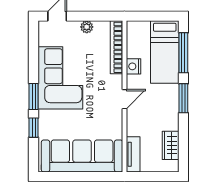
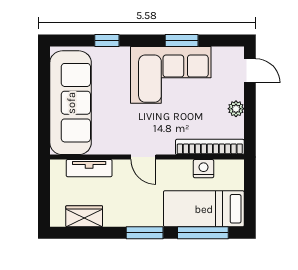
nightstand: (133, 66) -> (204, 169), moved
window: (34, 96) -> (182, 40), moved
tv unit: (133, 154) -> (89, 168), moved

